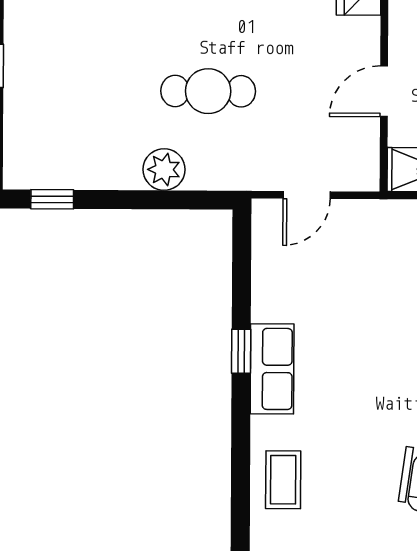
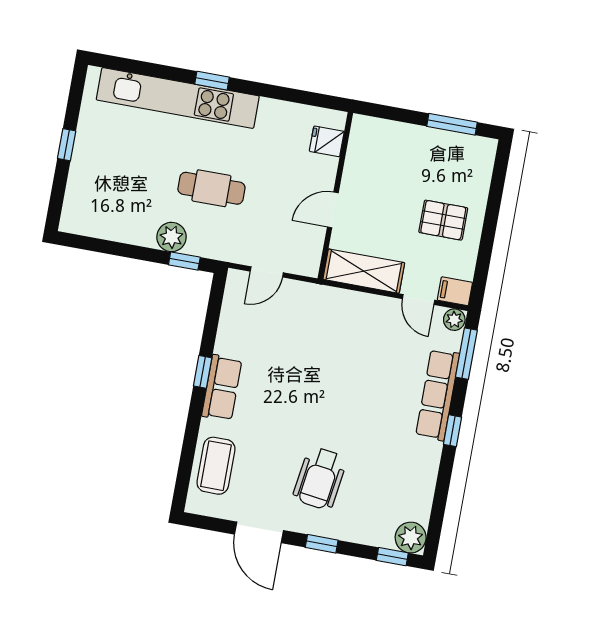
window: (52, 199) -> (184, 261), moved
coffee table: (283, 480) -> (216, 466), width x1.36, depth x1.30

